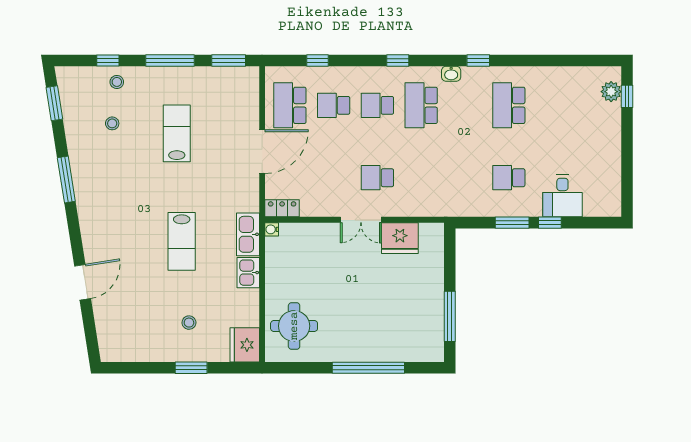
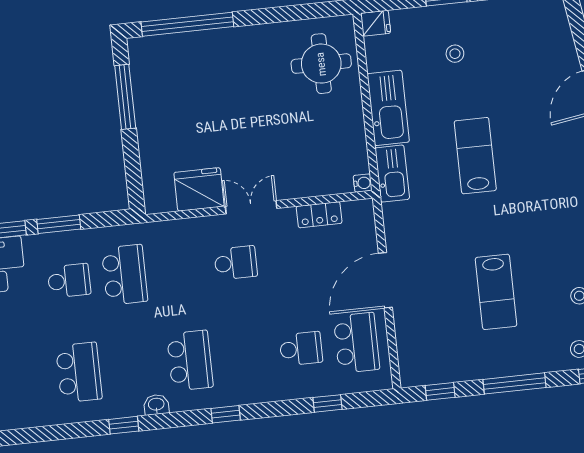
window: (229, 60) -> (440, 391), width x0.67
school desk: (377, 105) -> (125, 275), moved, width x1.85
locker: (282, 208) -> (319, 215), moved
kitchen sink: (248, 273) -> (388, 108), width x1.88, depth x1.24
fridge: (245, 345) -> (376, 23), width x0.53, depth x0.75
window: (368, 368) -> (187, 24), moved

